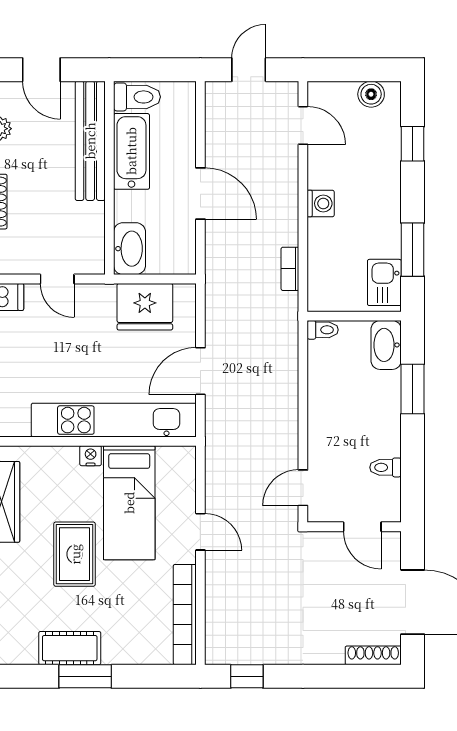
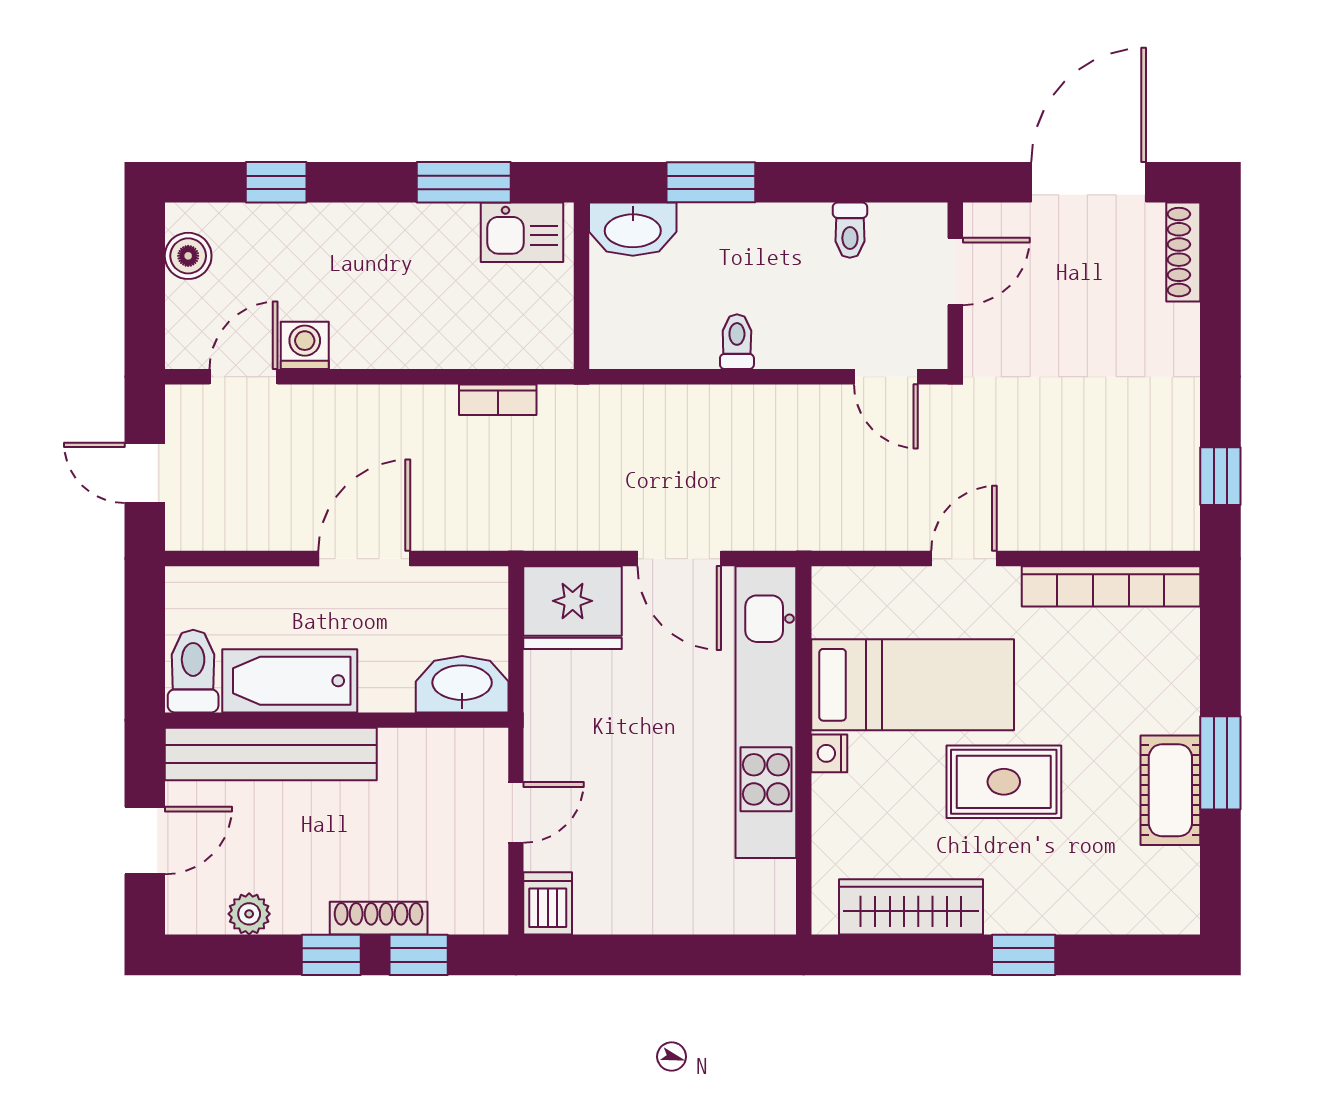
washing machine: (321, 203) -> (305, 345), moved
fridge: (145, 307) -> (573, 608), moved, turned 90
toilet: (323, 330) -> (737, 342), moved

